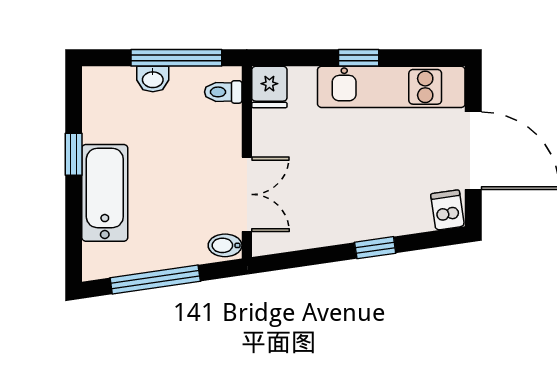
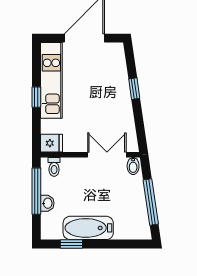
window: (74, 154) -> (71, 244), moved
bathtub: (105, 193) -> (88, 228), moved
dishwasher: (447, 210) -> (115, 51), removed

